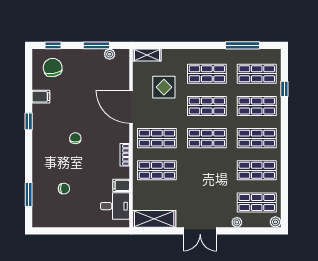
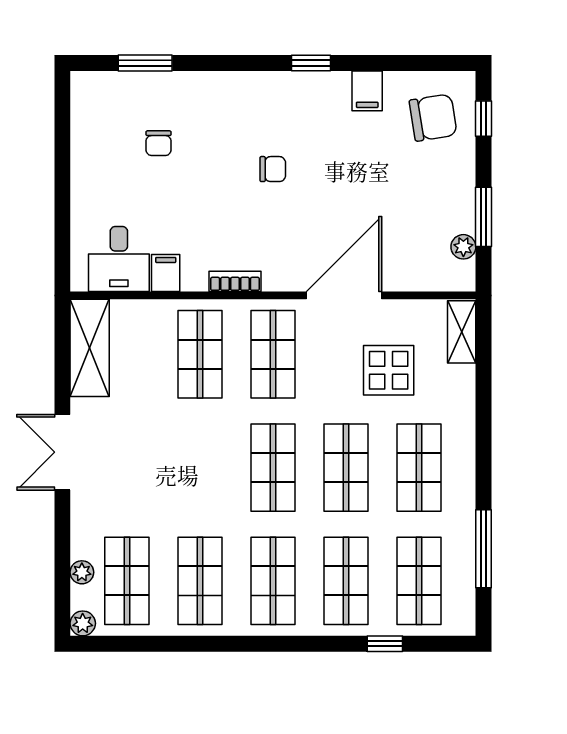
plant: (237, 222) -> (82, 572), moved

